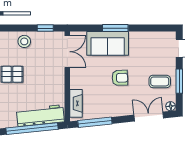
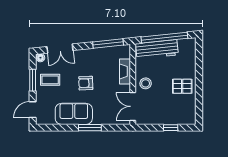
window: (45, 28) -> (171, 128), moved
stool: (24, 41) -> (146, 83), moved
sofa: (108, 43) -> (74, 114), moved
fireplace: (76, 103) -> (125, 71), moved

